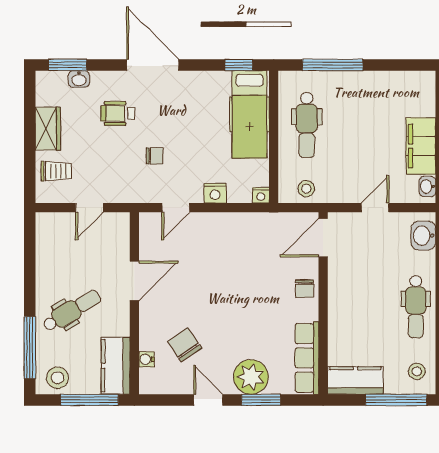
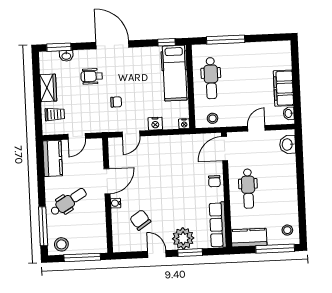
dental chair: (416, 307) -> (248, 189), moved
water cooler: (146, 359) -> (116, 203), moved
kitchen counter: (116, 366) -> (53, 158), moved, turned 180

